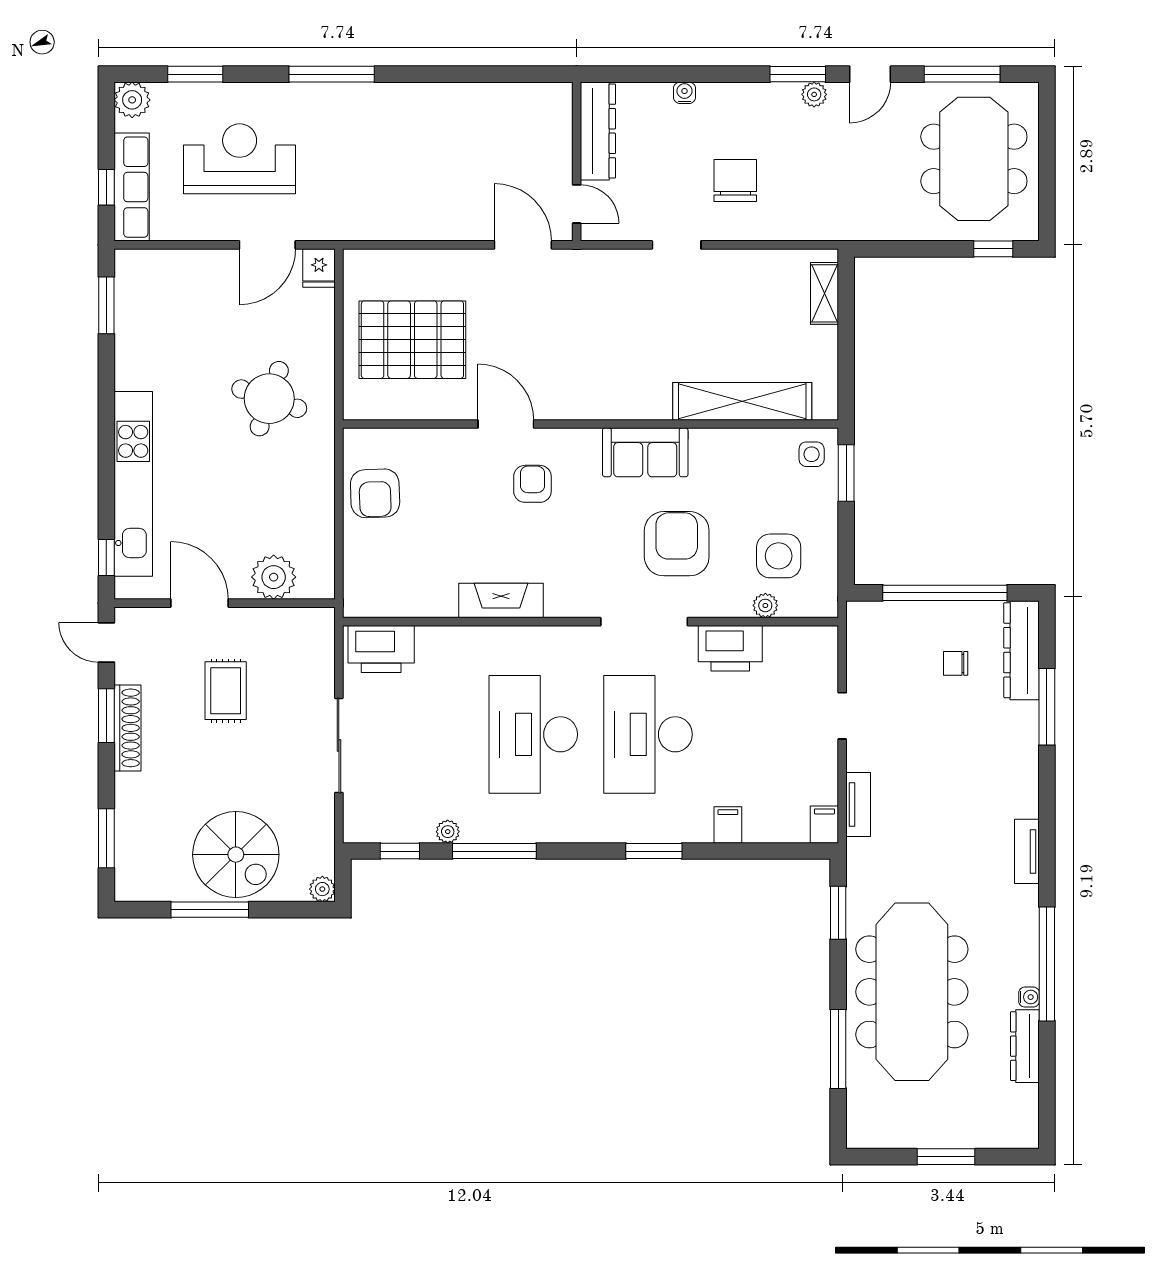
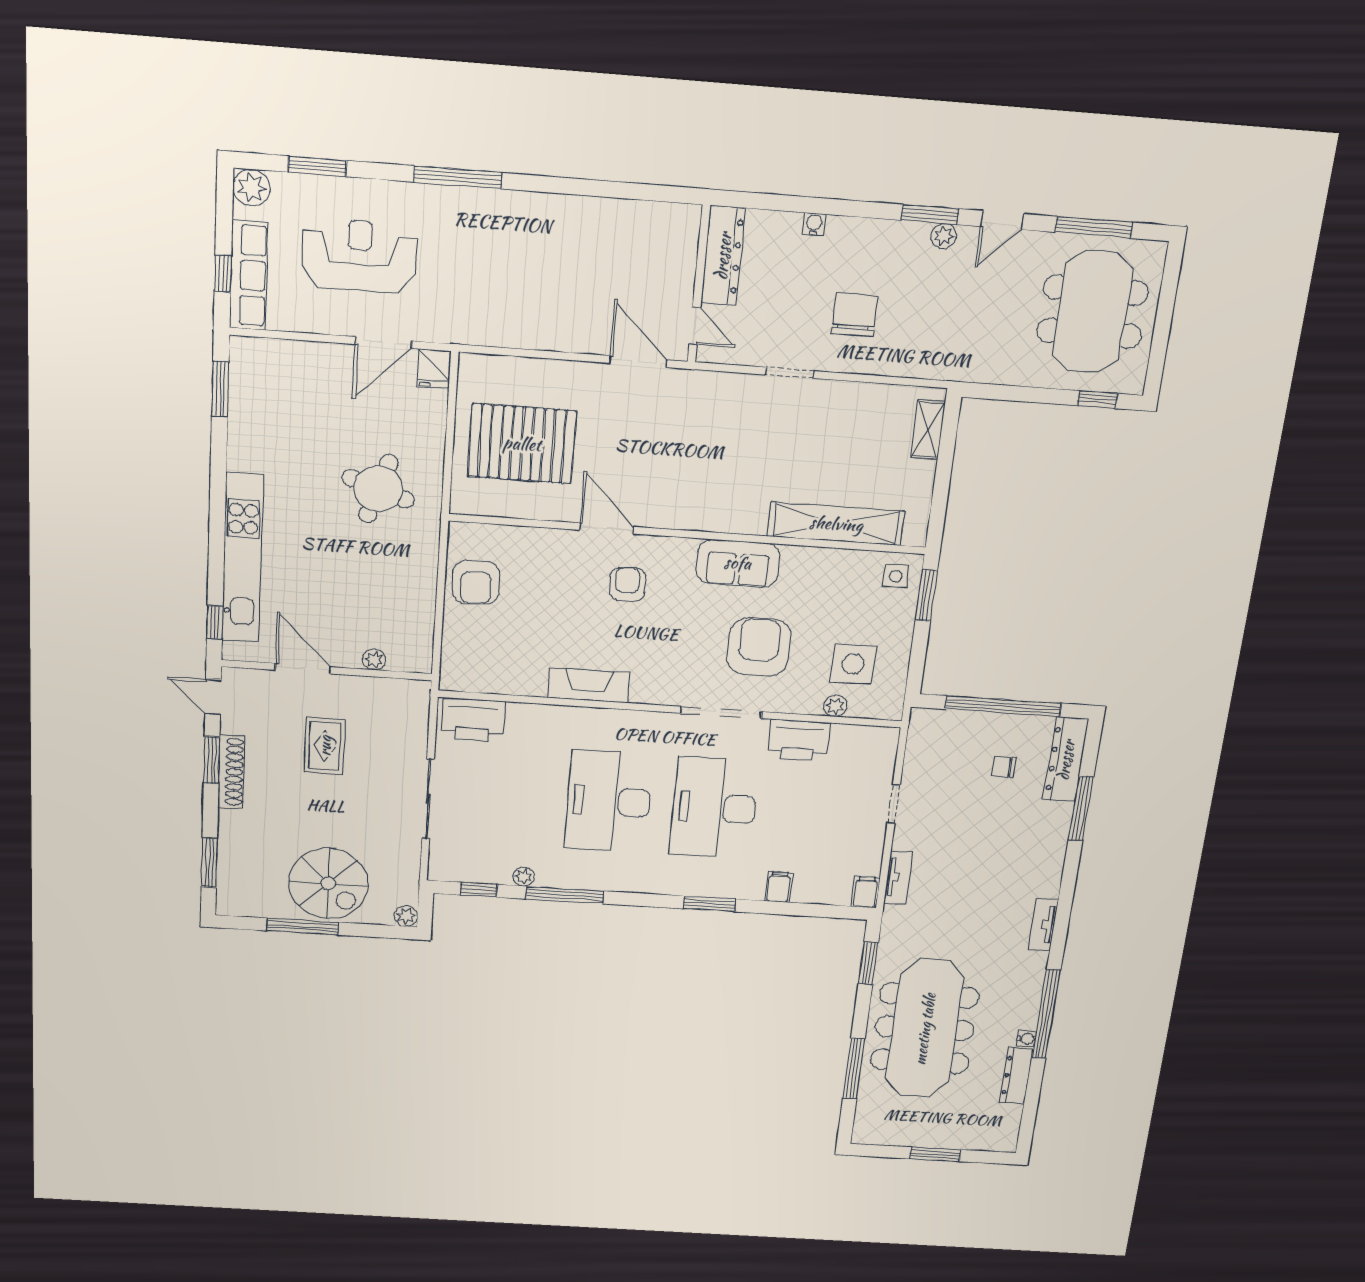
plant: (274, 577) -> (374, 660), width x0.53, depth x0.53

